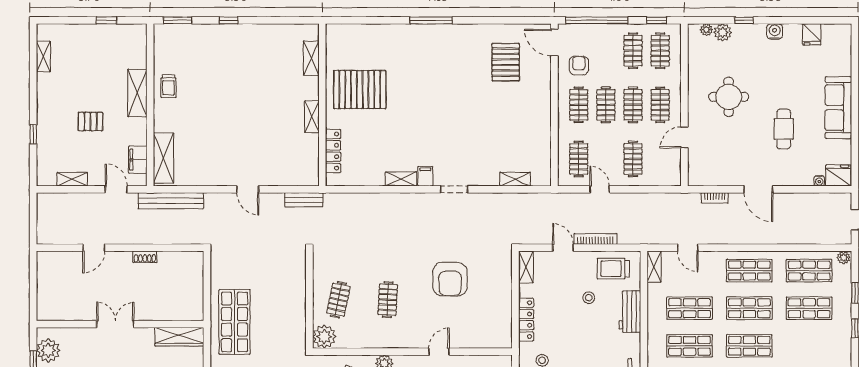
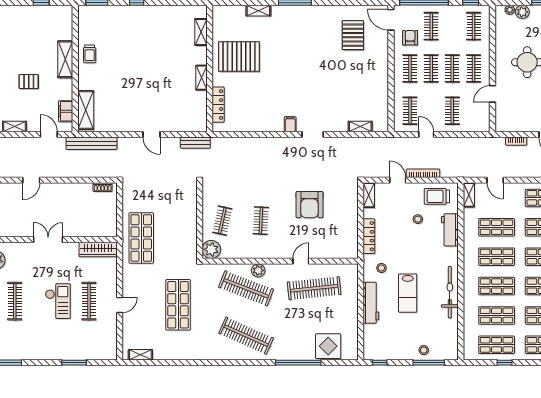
clothes rail: (633, 51) -> (431, 26), moved
shelving: (401, 179) -> (258, 11), moved
shoe rack: (145, 257) -> (103, 187), moved

